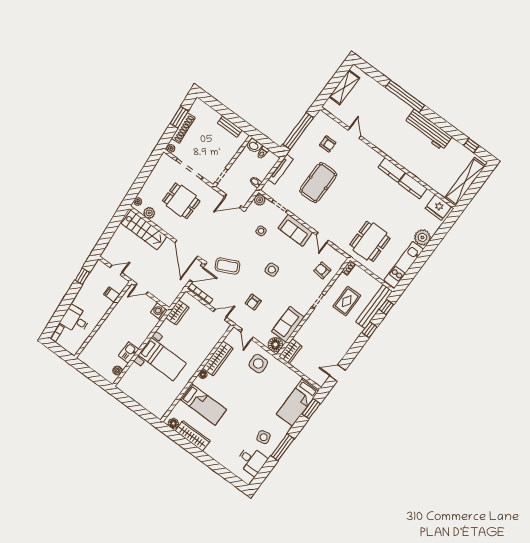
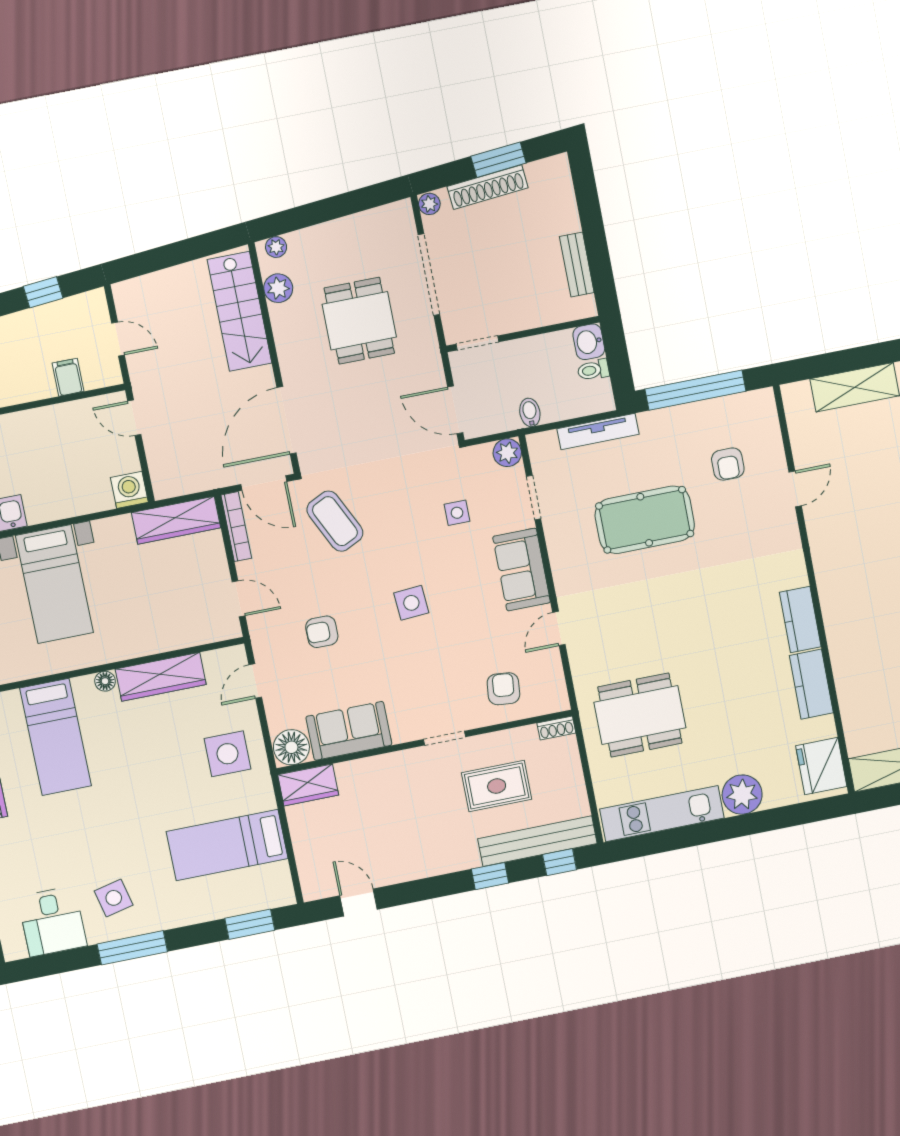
wardrobe: (177, 312) -> (176, 520), width x1.50
bed: (298, 402) -> (227, 845), moved

